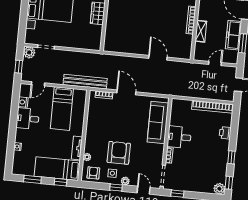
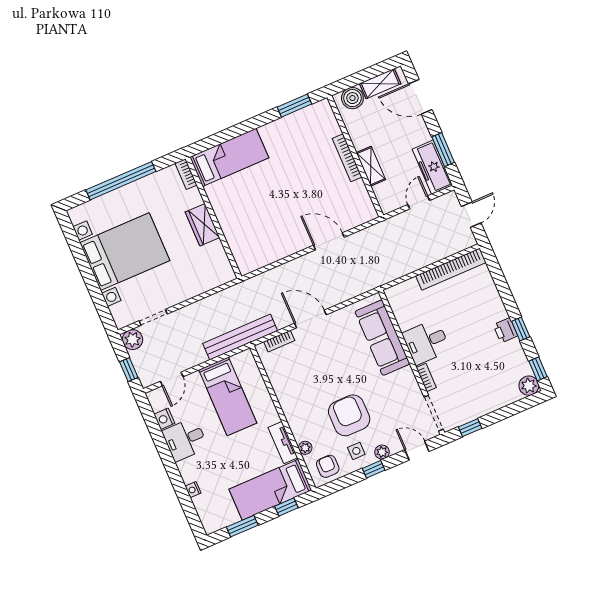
freezer: (233, 35) -> (432, 167), moved
printer: (225, 133) -> (505, 330), moved

